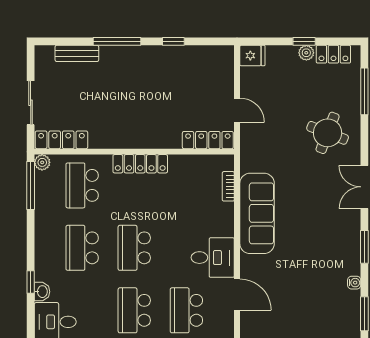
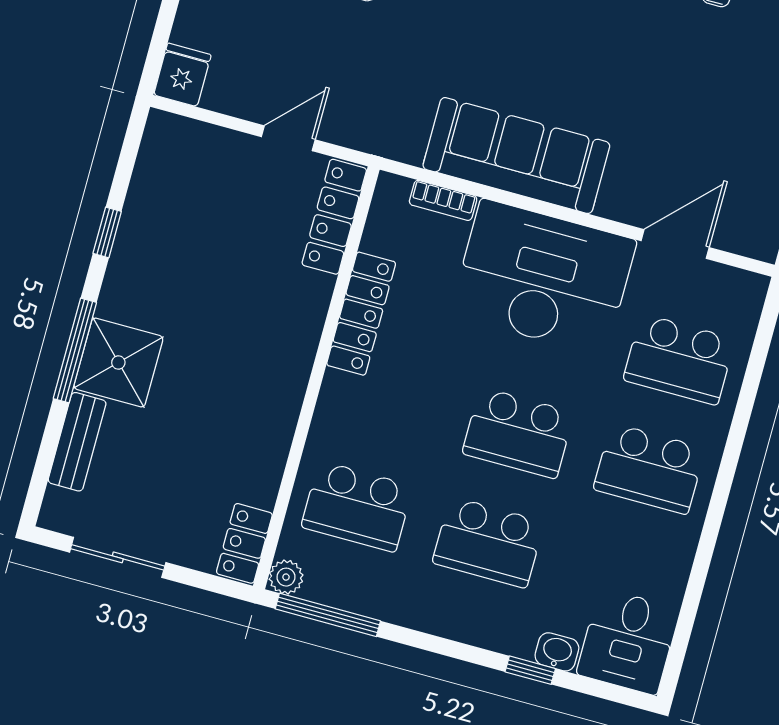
shower: (117, 62) -> (118, 362), added
sliding door: (31, 103) -> (118, 557), moved
locker: (61, 140) -> (244, 543), width x0.66
locker: (140, 164) -> (361, 314), moved
desk: (213, 258) -> (543, 277), width x1.87, depth x1.30

